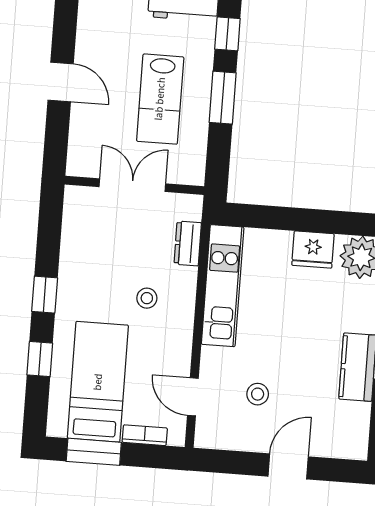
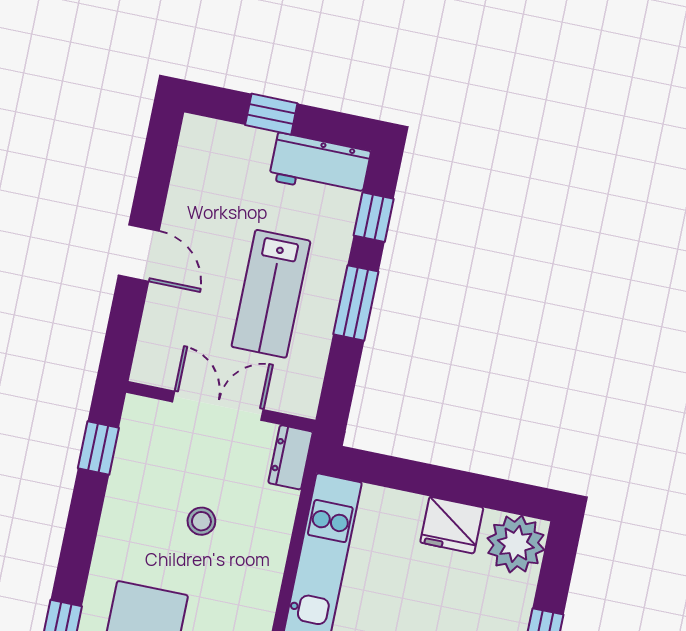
dresser: (188, 243) -> (291, 457), moved
window: (45, 295) -> (98, 448), moved
stool: (147, 298) -> (201, 521), moved

